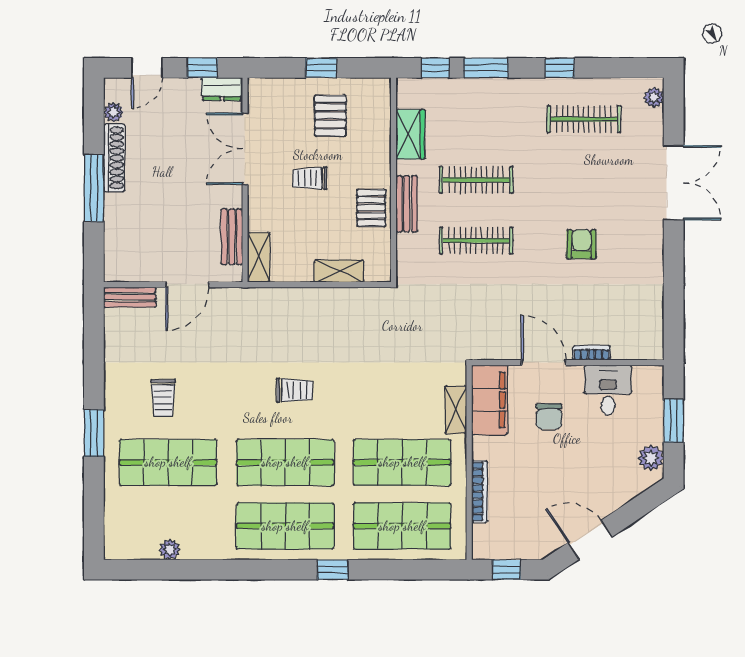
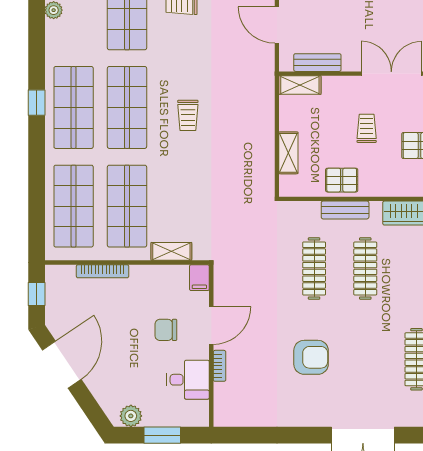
armchair: (581, 244) -> (311, 357), width x1.38, depth x1.38
filing cabinet: (490, 400) -> (199, 278), width x0.33, depth x0.86
door: (590, 540) -> (62, 365), width x1.36
window: (333, 570) -> (37, 103), moved

